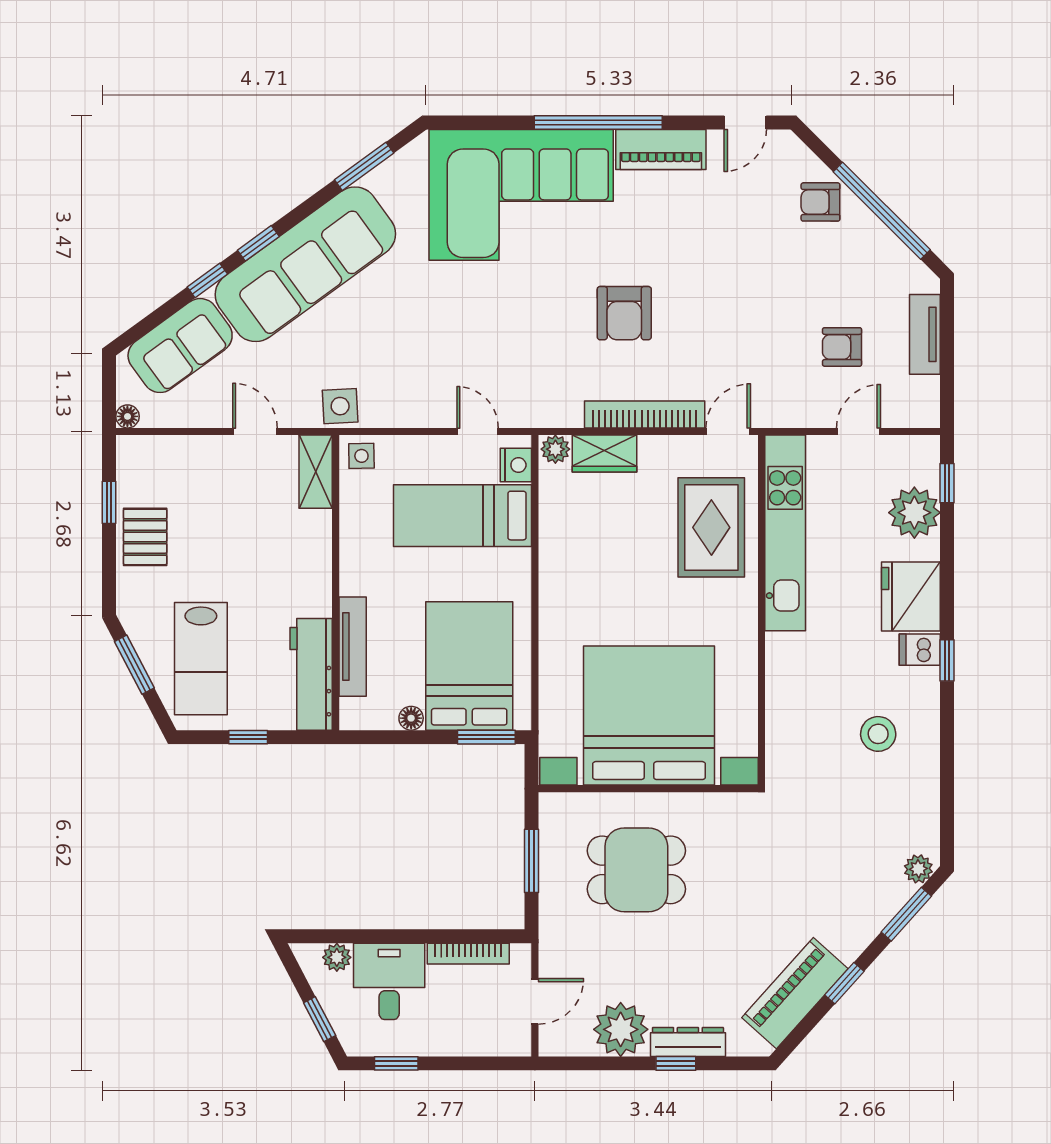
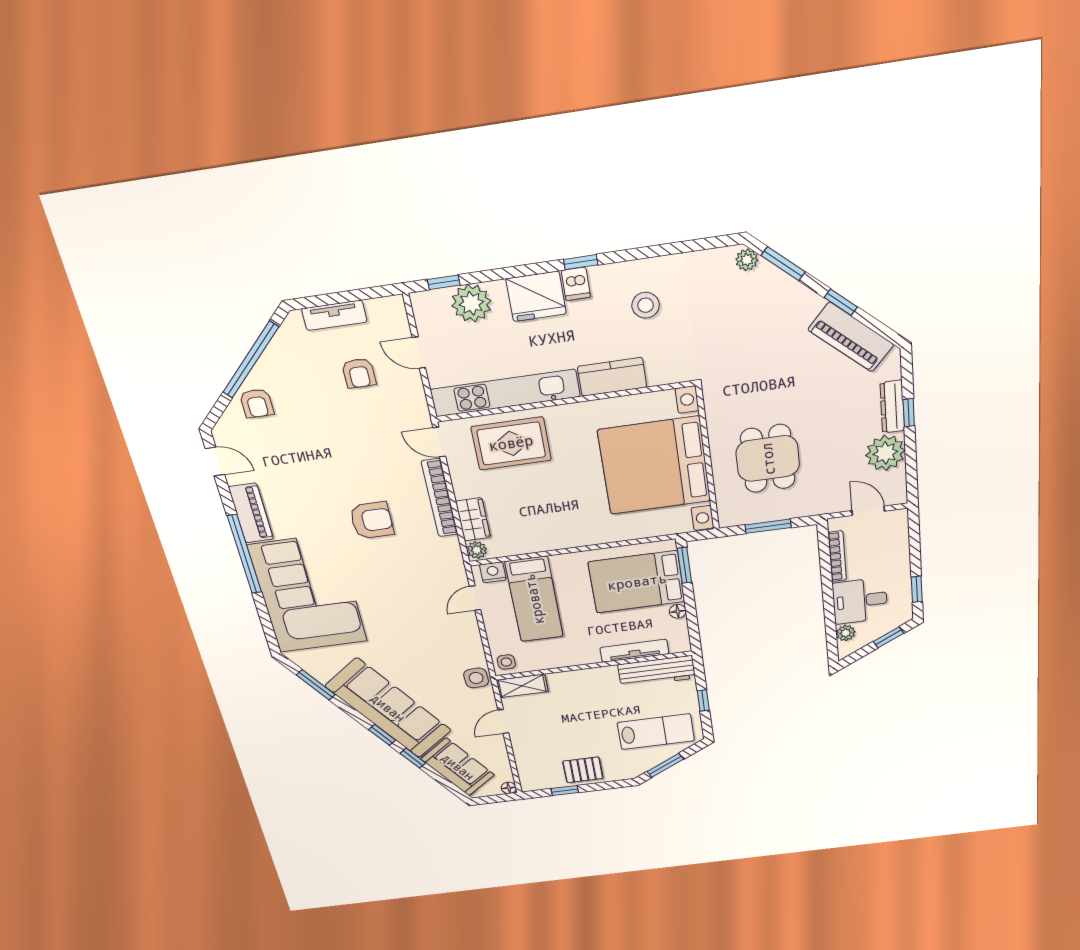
kitchen counter: (787, 677) -> (612, 377), added

